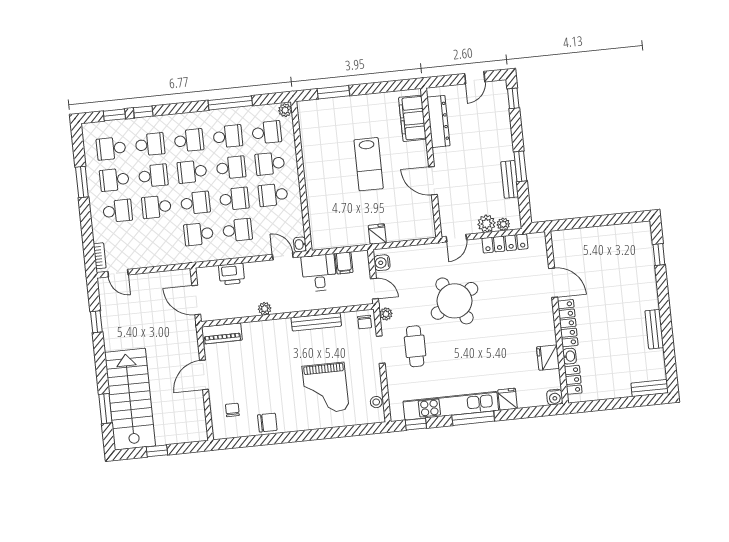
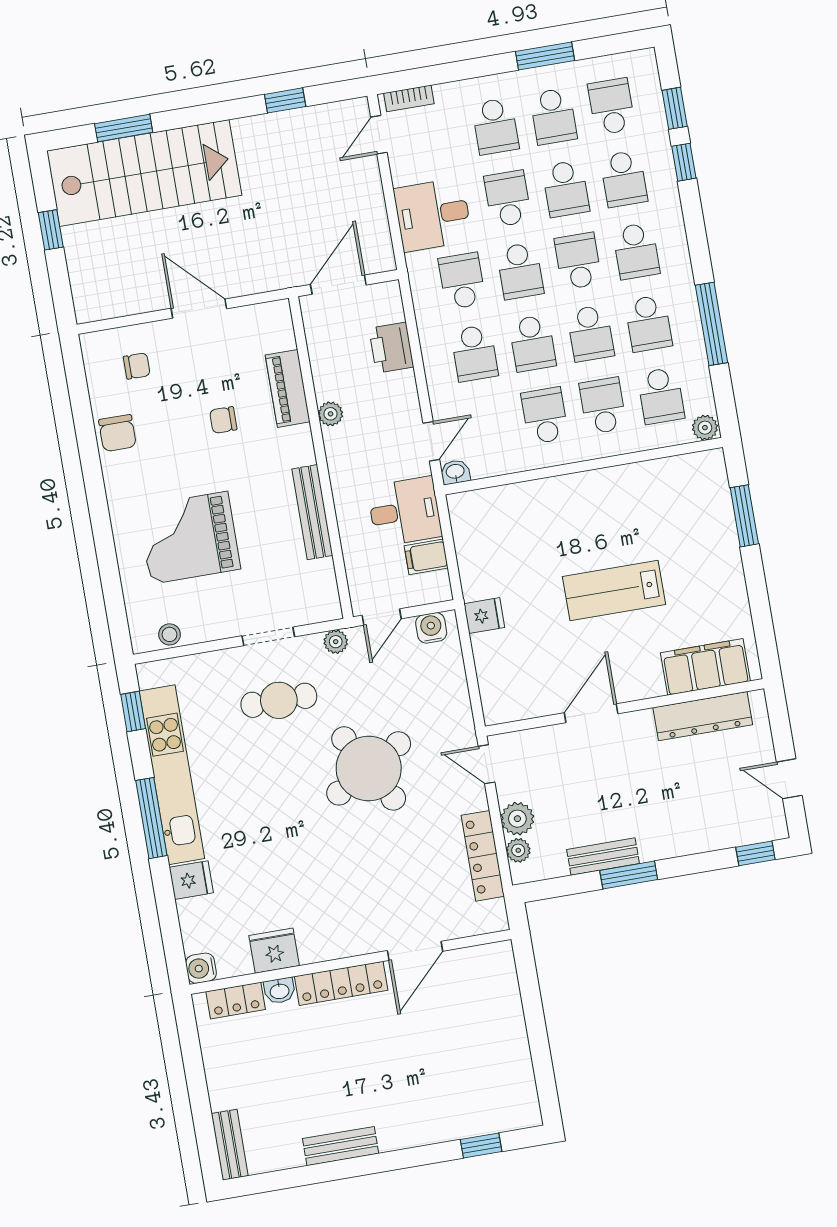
school desk: (114, 180) -> (553, 116), turned 180
desk: (162, 247) -> (433, 215), added
chair: (365, 322) -> (223, 420), moved
piano: (222, 333) -> (288, 388), moved

